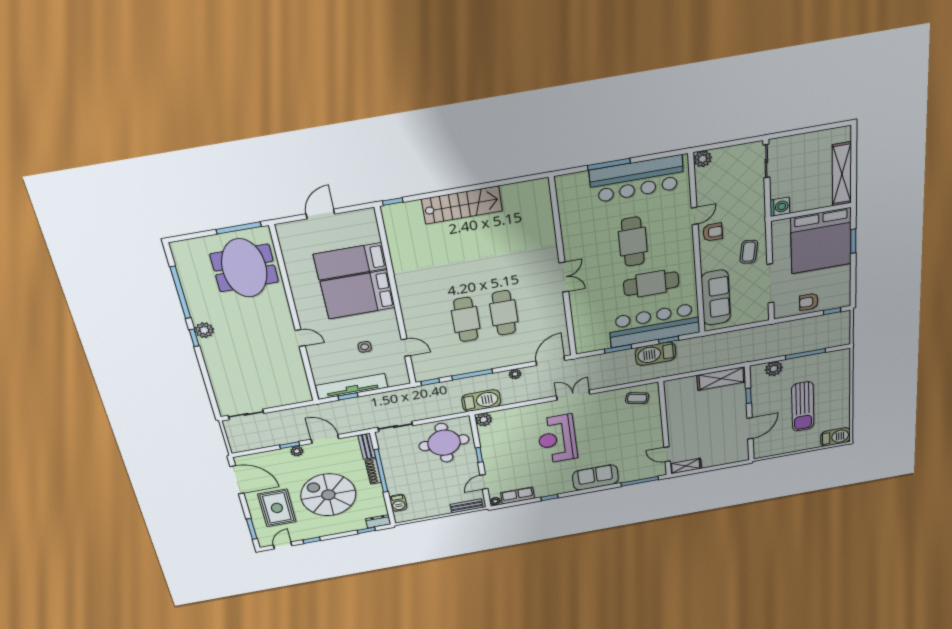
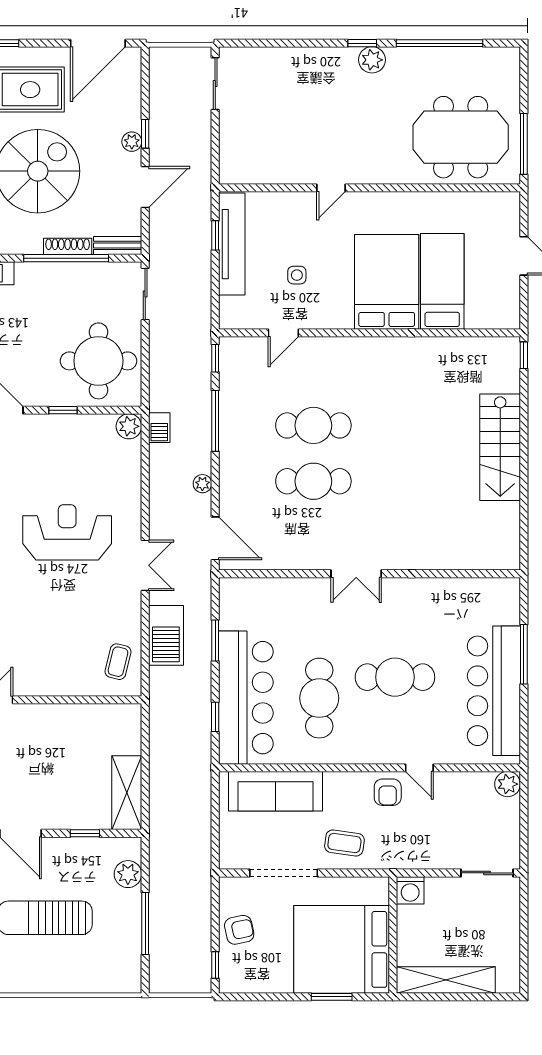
armchair: (809, 302) -> (239, 930), turned 78
barbecue: (656, 354) -> (166, 635), moved, turned 180
barbecue: (481, 401) -> (159, 428), width x0.53, depth x0.65

